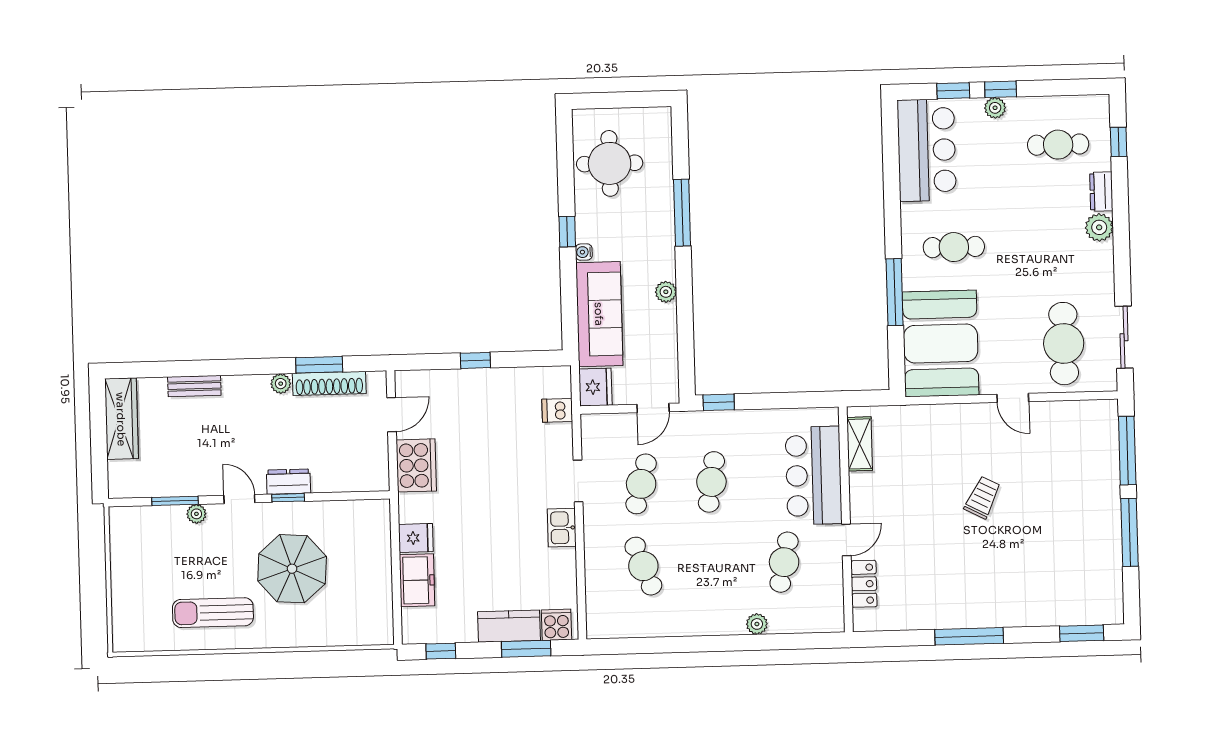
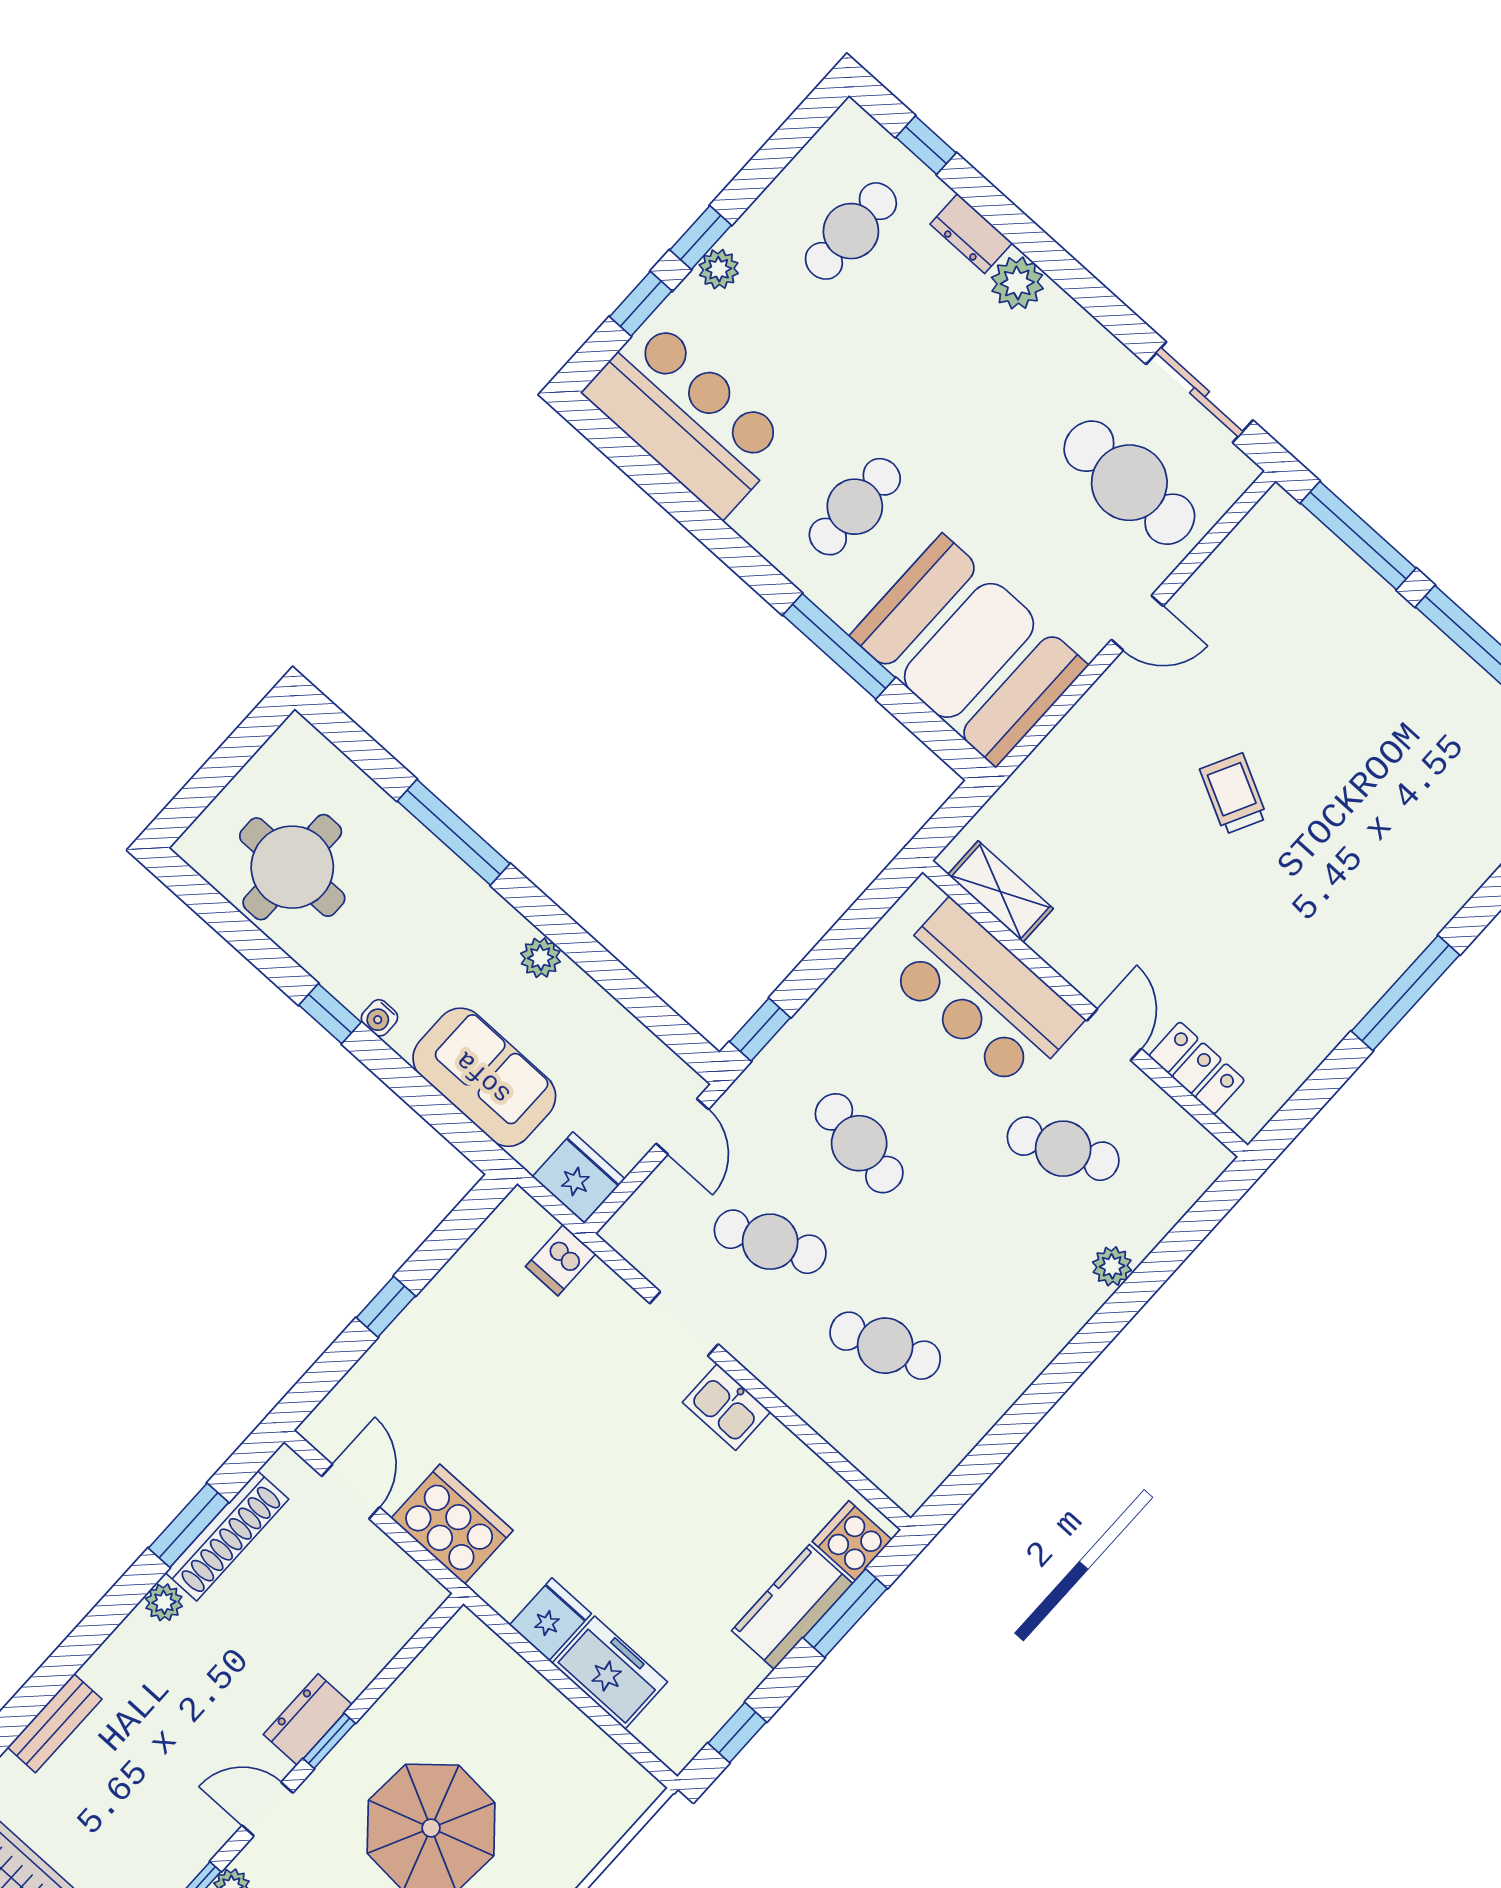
sofa: (599, 314) -> (484, 1077), width x0.73
cafe table: (641, 484) -> (770, 1242), turned -39
cafe table: (784, 562) -> (1063, 1149), turned -36

